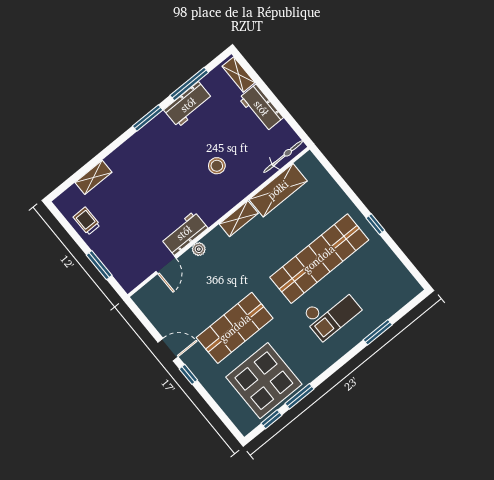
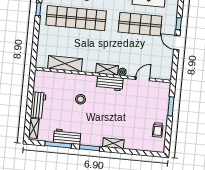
bicycle: (283, 157) -> (49, 76), removed
shelving: (93, 177) -> (113, 143), moved
shelving: (239, 219) -> (107, 69), moved
workbench: (184, 233) -> (110, 83), moved

